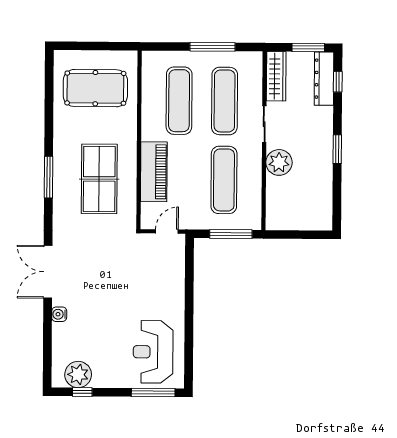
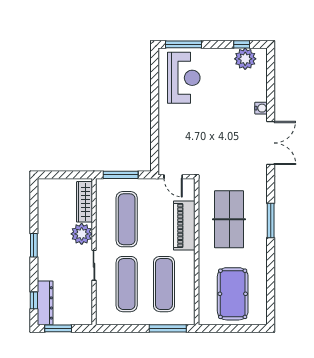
window: (212, 47) -> (168, 328), moved
wardrobe: (276, 76) -> (84, 202), moved
pool table: (95, 88) -> (233, 294), turned 90
door: (167, 231) -> (173, 177), hinge flipped

